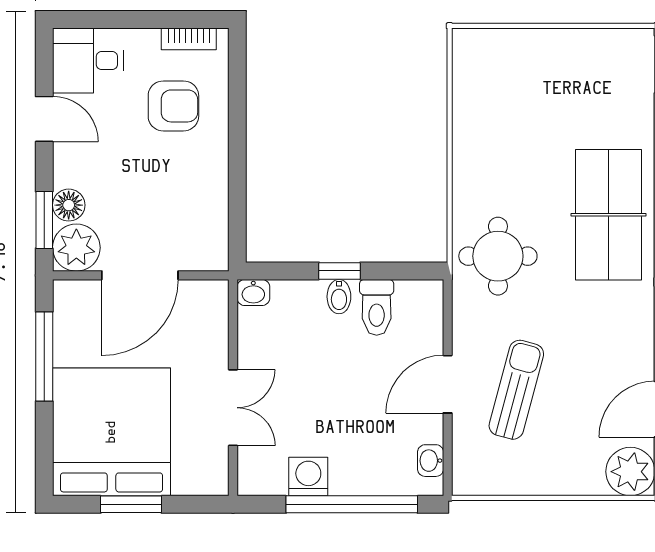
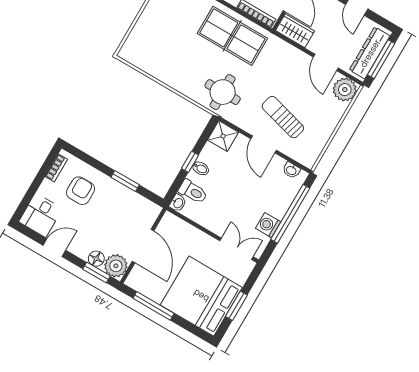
window: (237, 175) -> (125, 181), added
shower: (420, 303) -> (223, 136), added
toilet: (377, 307) -> (193, 192), moved
double door: (233, 408) -> (237, 249), moved

